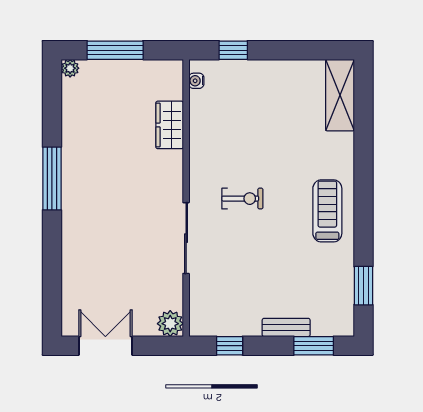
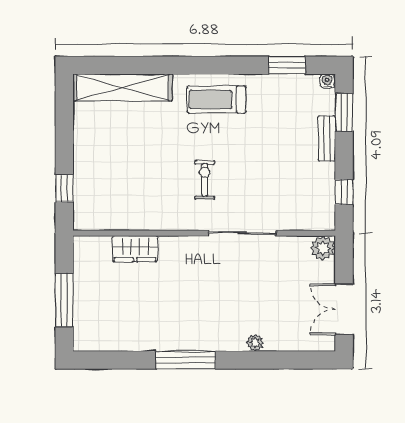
plant: (70, 68) -> (255, 343), moved
water cooler: (196, 81) -> (327, 81), moved, turned 180
shelving: (340, 95) -> (123, 87), width x1.47

